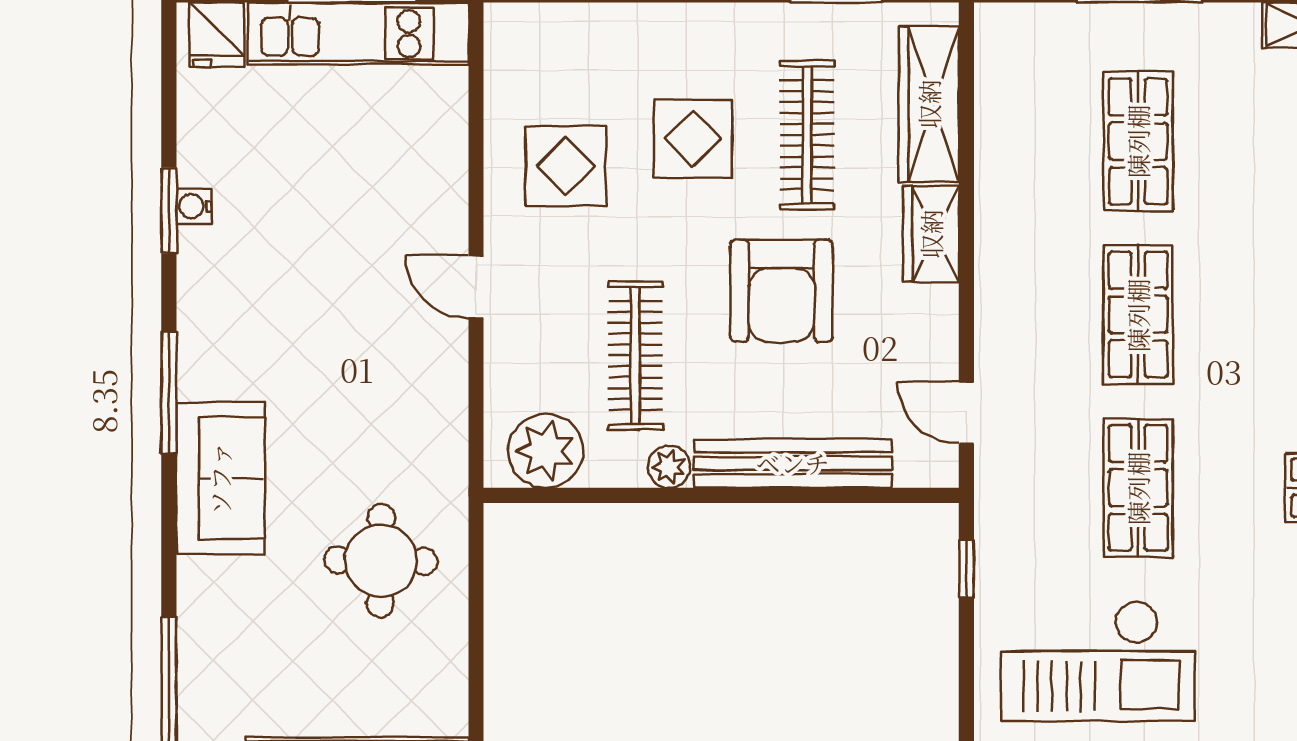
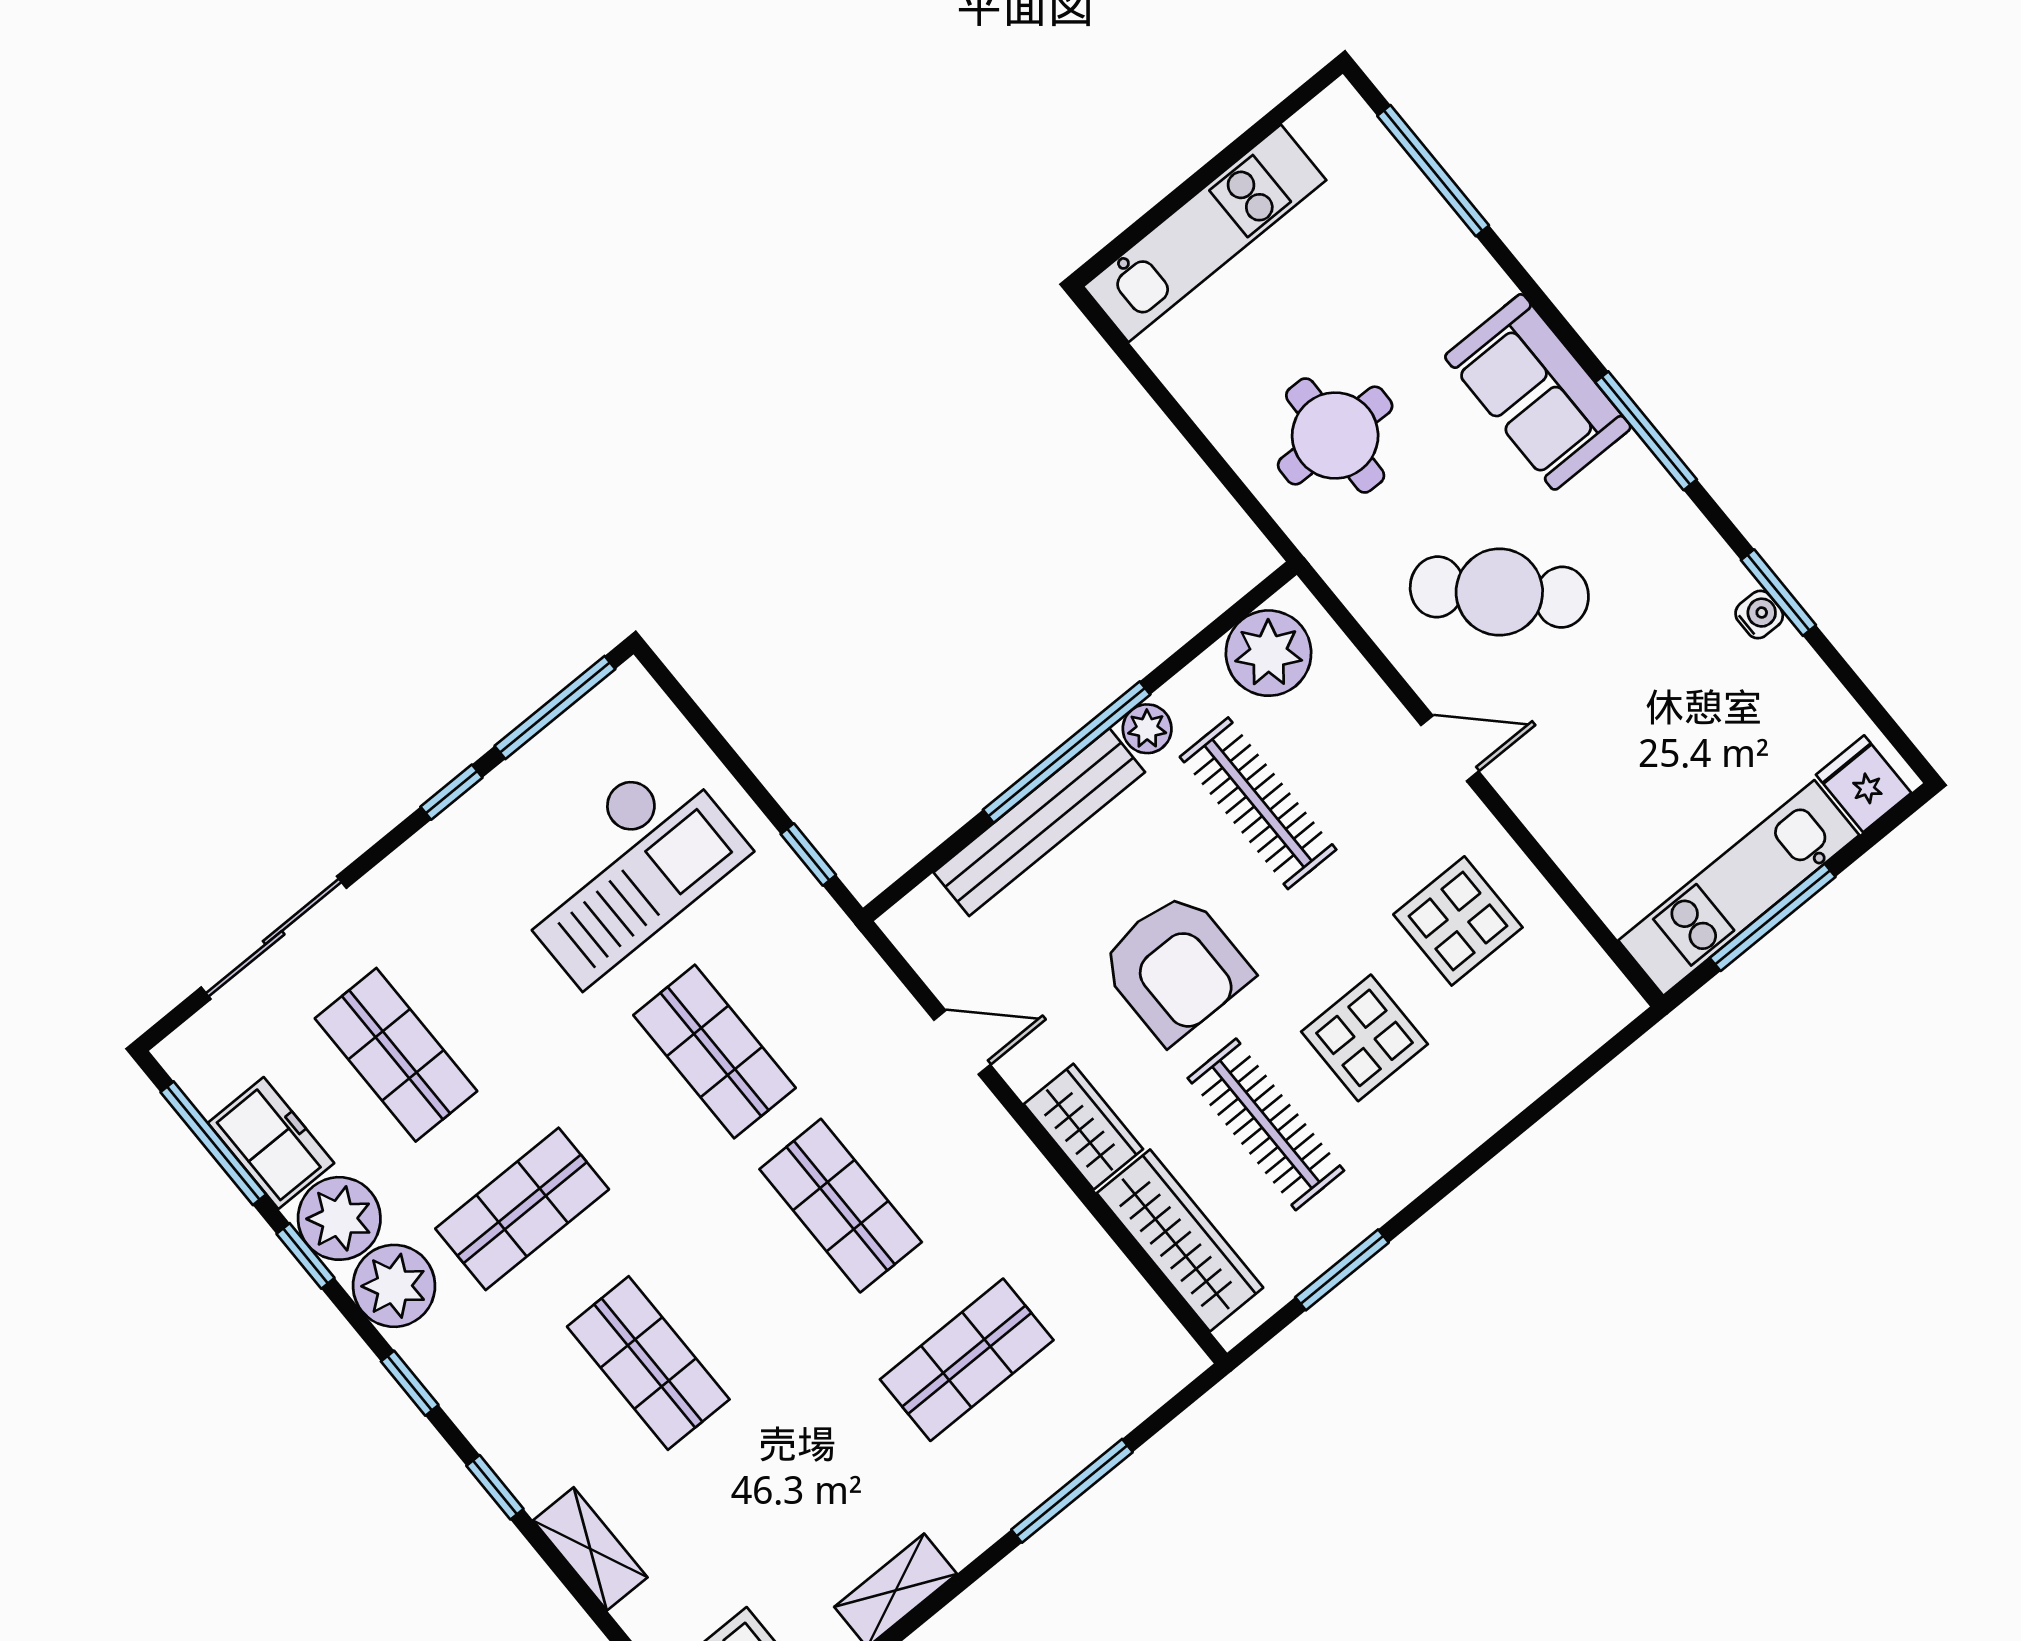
shop shelf: (1138, 141) -> (967, 1360), turned 90
armchair: (781, 291) -> (1175, 967), turned 180
cafe table: (357, 365) -> (1499, 592), added
door: (966, 413) -> (962, 1042), moved
window: (736, 495) -> (1067, 752), added
checkout: (1098, 661) -> (625, 868), turned 180

